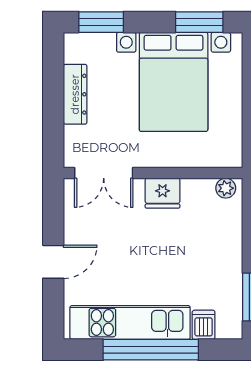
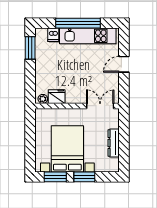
window: (101, 22) -> (84, 177), moved
fridge: (163, 193) -> (57, 97), moved

